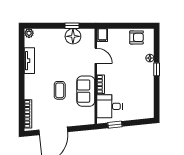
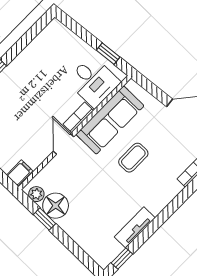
plant: (29, 33) -> (36, 194), moved
window: (22, 42) -> (122, 259), added
door: (96, 56) -> (64, 144), moved
sofa: (86, 91) -> (110, 120), width x1.36

